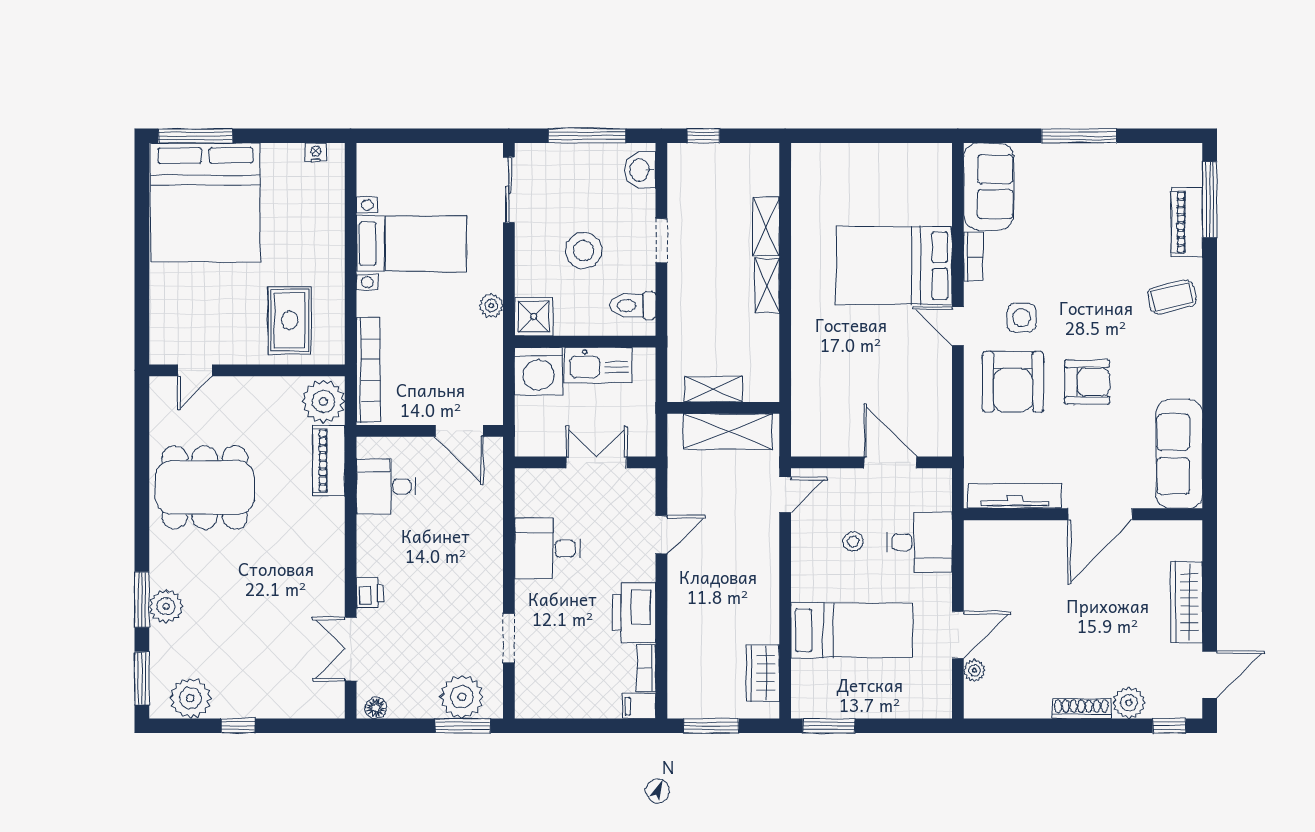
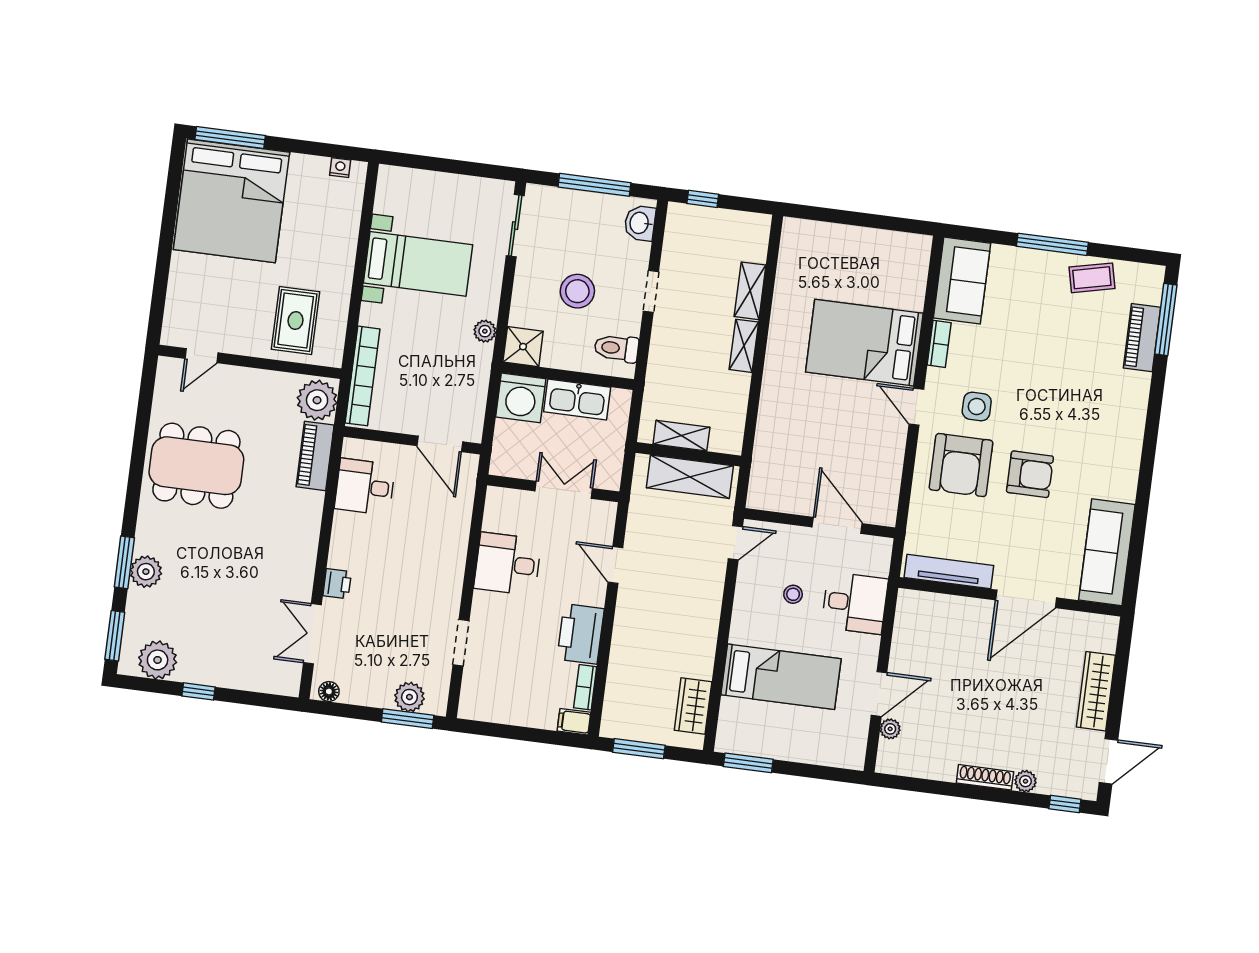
coffee table: (1172, 297) -> (1092, 278), moved
door: (661, 535) -> (615, 565), swing flipped
plant: (462, 697) -> (409, 697), width x0.73, depth x0.73
plant: (1129, 703) -> (1025, 781), width x0.73, depth x0.73

